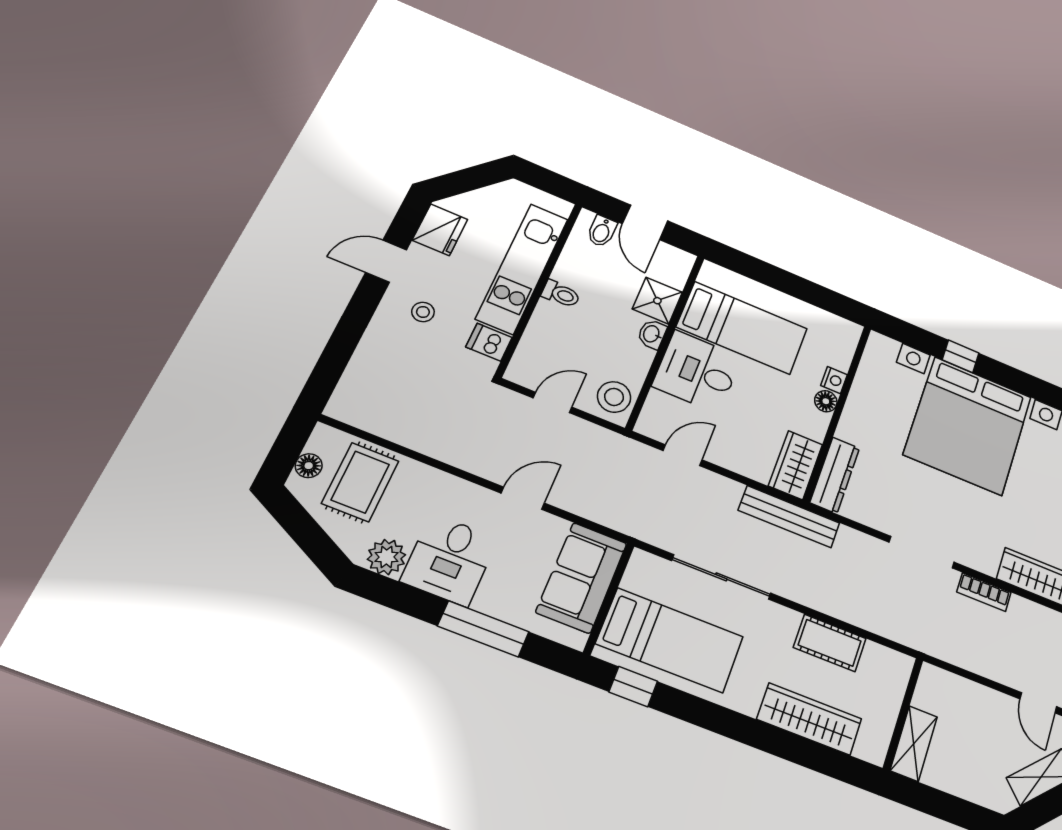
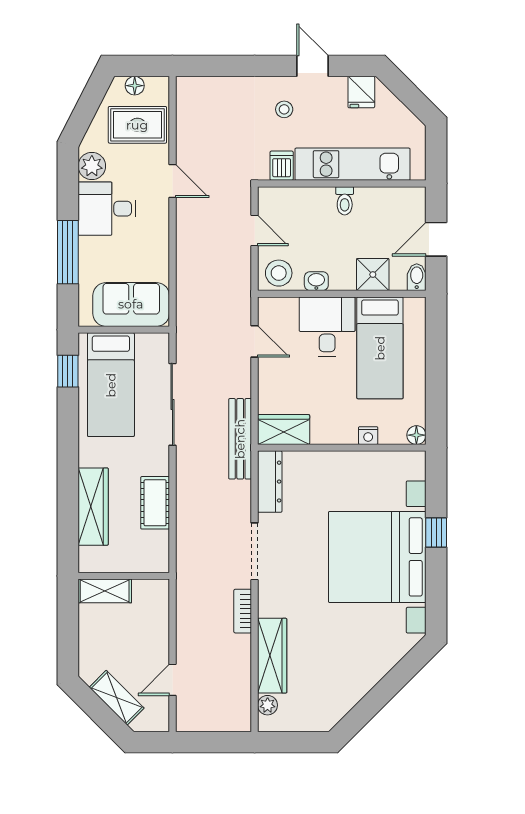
fridge: (440, 230) -> (361, 92), width x0.72
bidet: (602, 231) -> (417, 277), moved, turned 90
washbasin: (652, 334) -> (316, 281), moved
floor lamp: (826, 401) -> (416, 435), moved
dresser: (835, 475) -> (270, 482), moved, turned -90
door: (523, 498) -> (172, 181), moved

